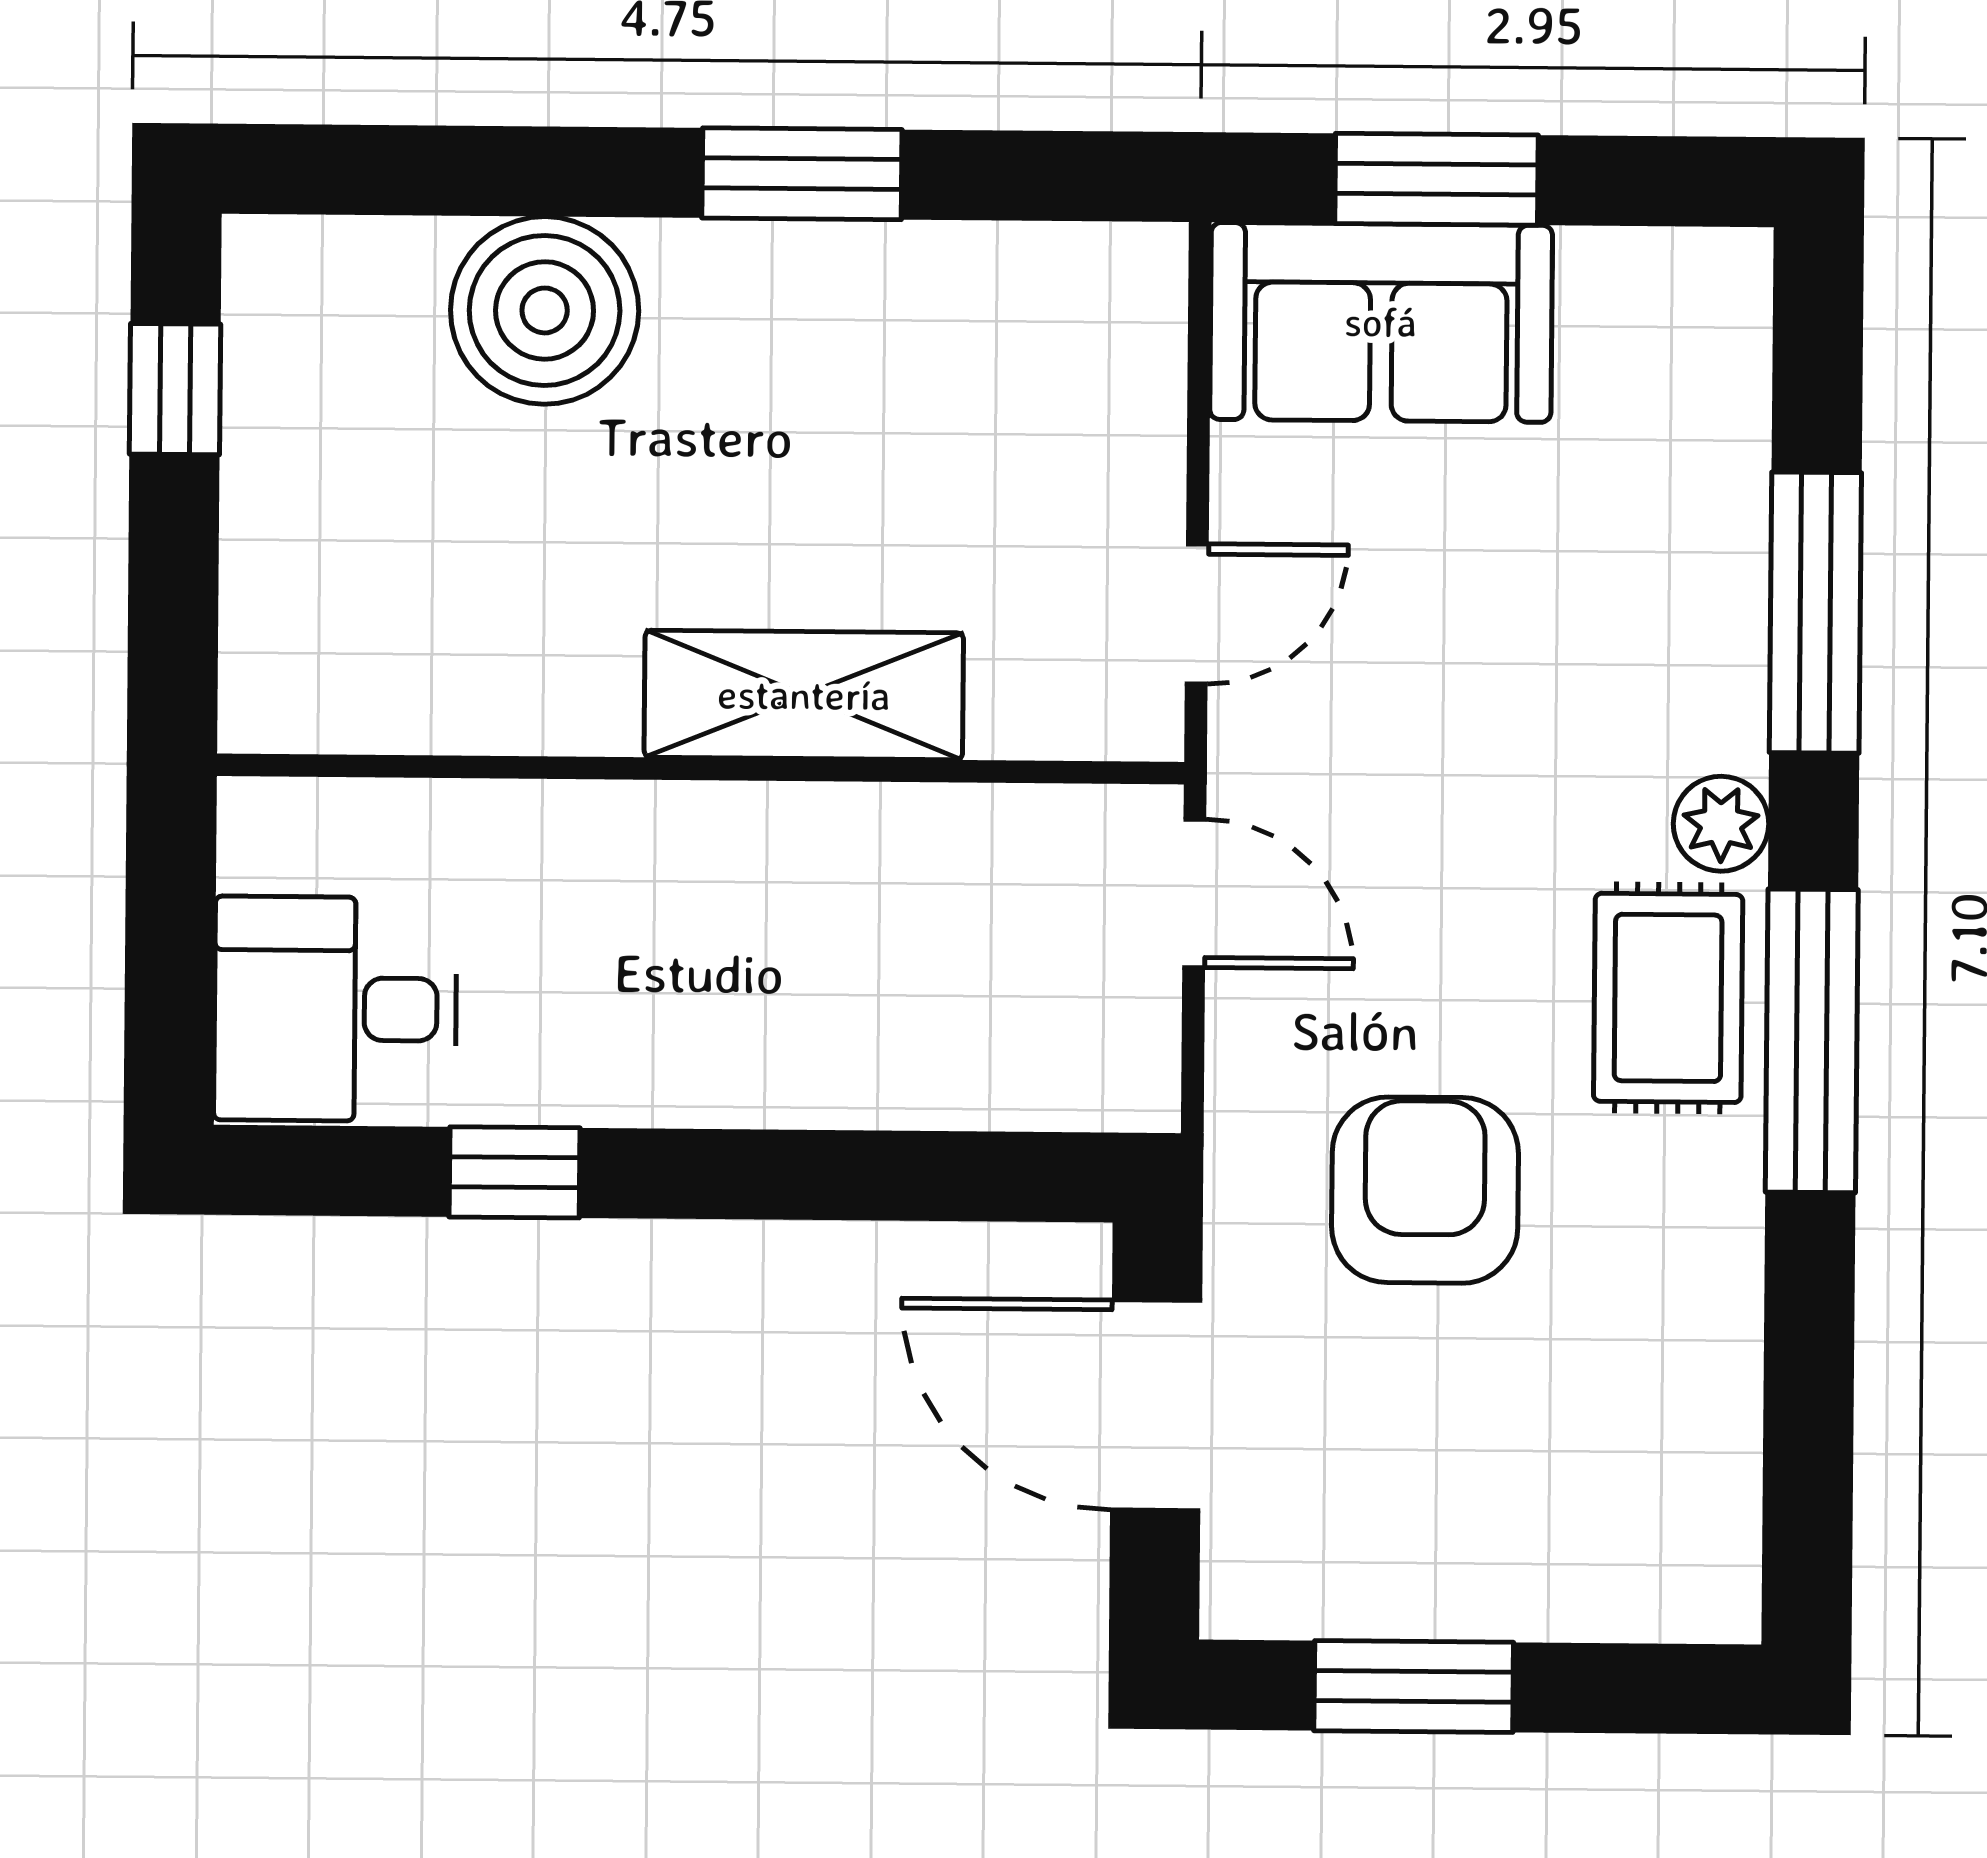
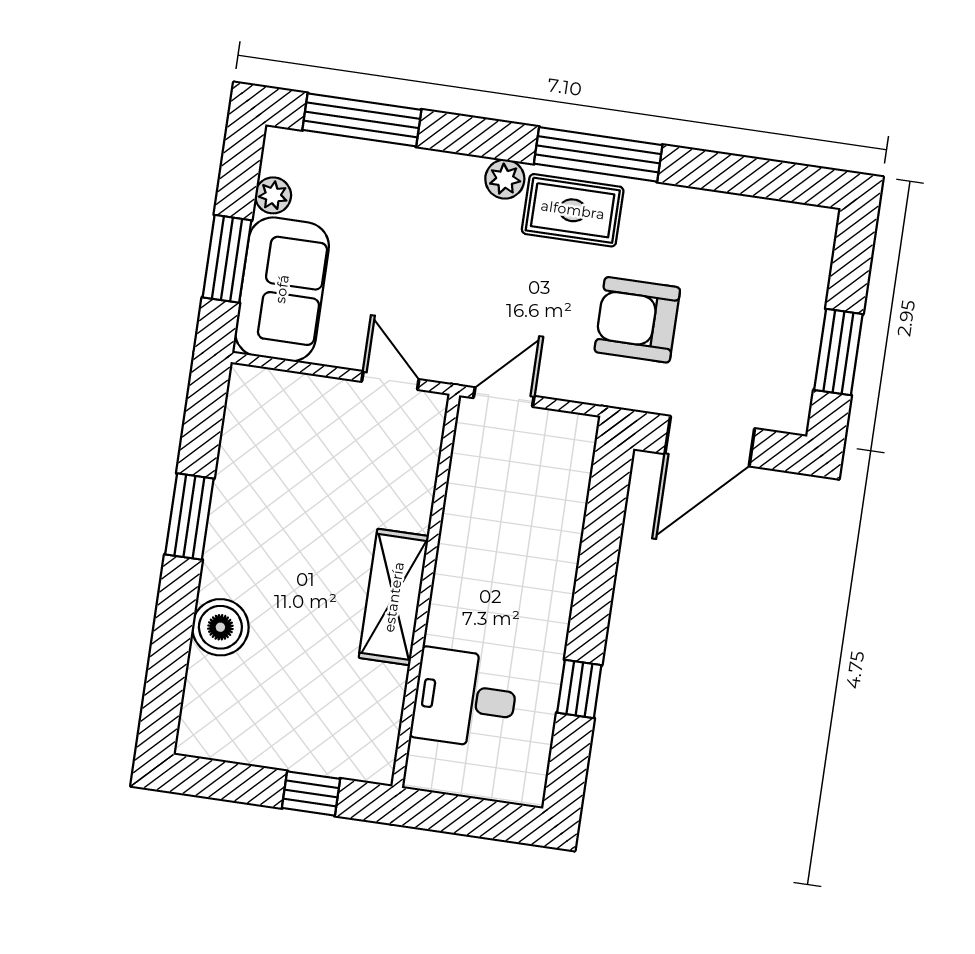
plant: (1605, 270) -> (273, 195), added
boiler: (545, 310) -> (220, 627), width x0.73, depth x0.73
window: (175, 389) -> (311, 793), moved
window: (1815, 613) -> (362, 120), moved
shelving: (804, 695) -> (394, 597), moved
desk: (335, 1009) -> (465, 698), moved, turned 90

